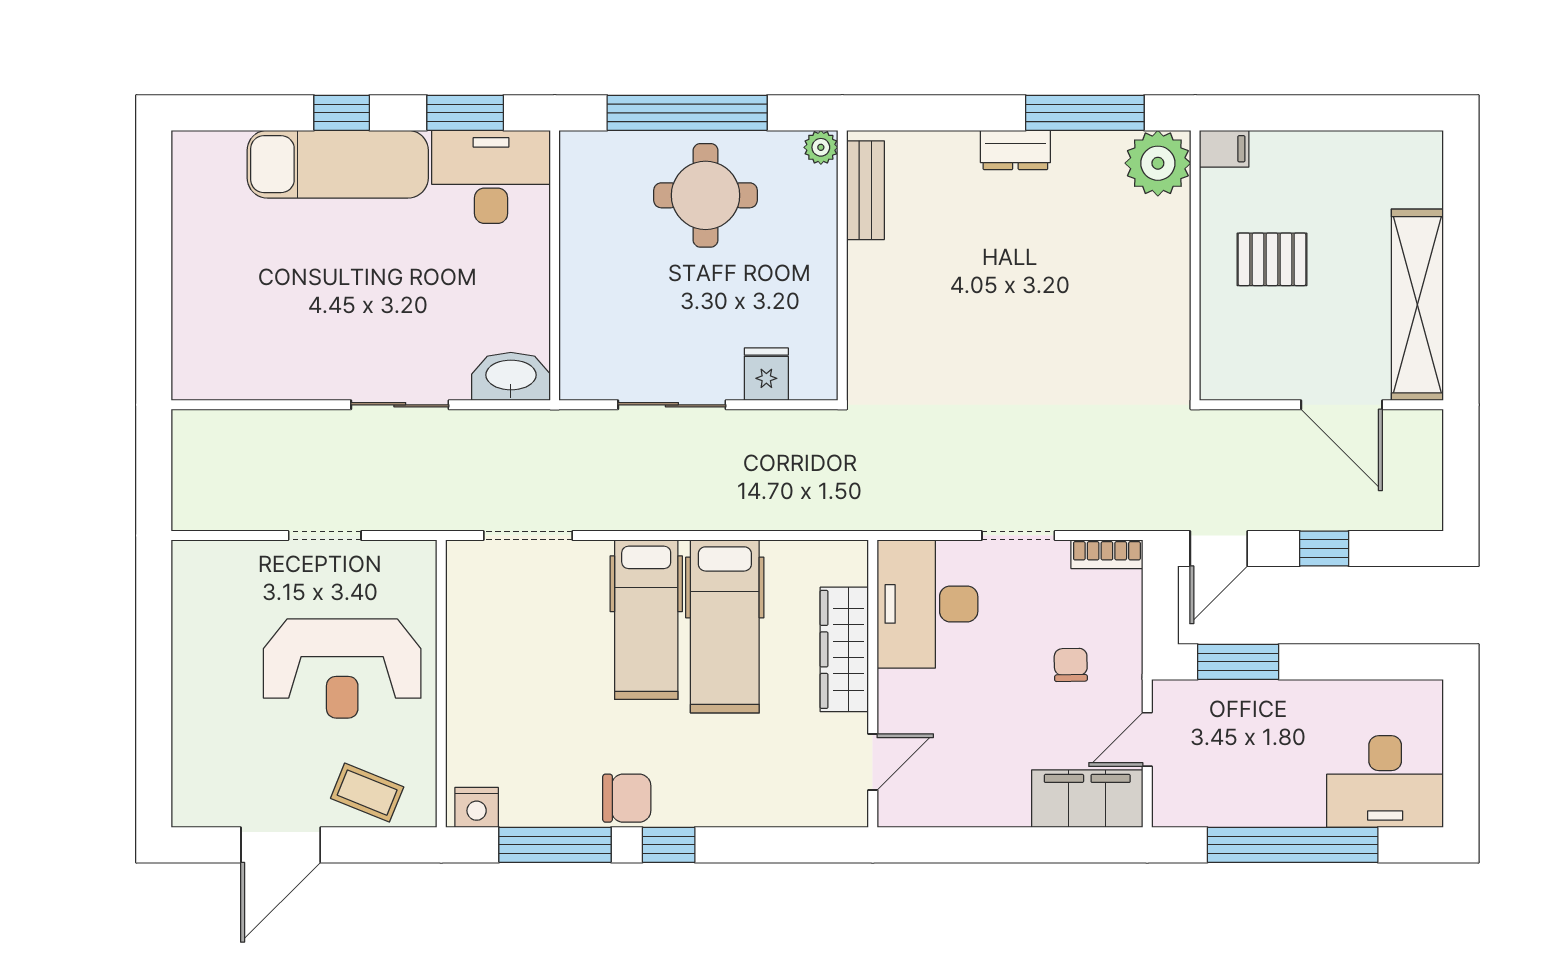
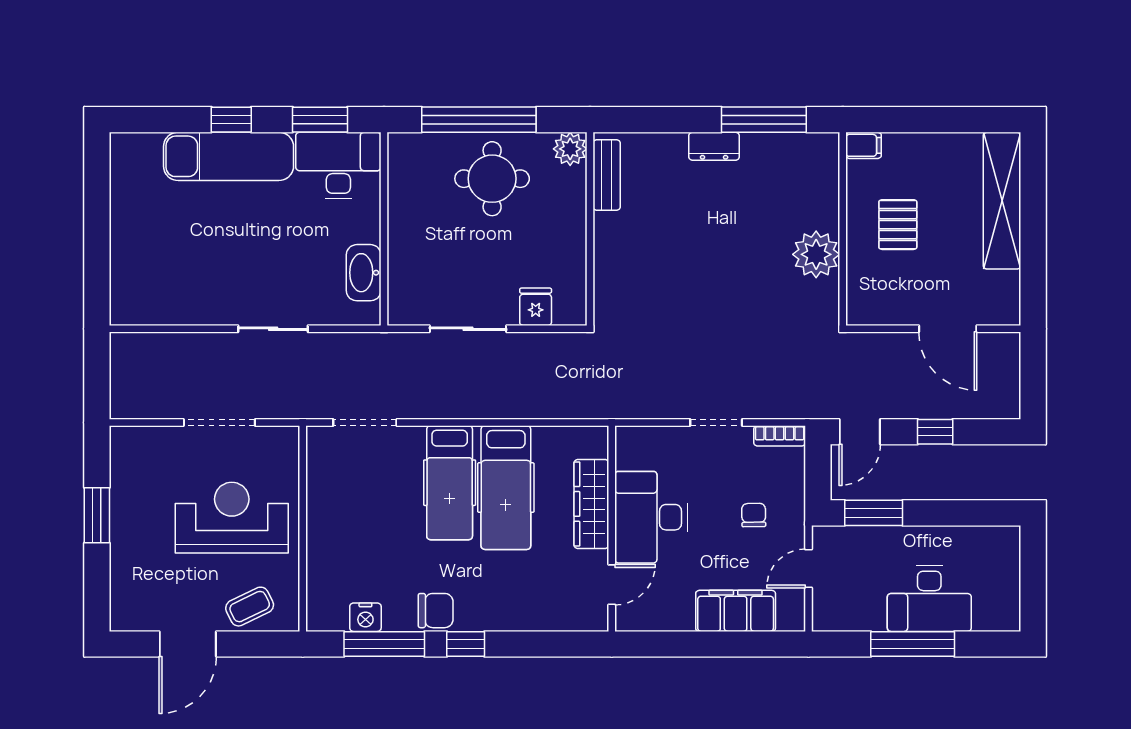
plant: (821, 147) -> (570, 149), width x1.38, depth x1.38
plant: (1158, 163) -> (816, 254), moved
pallet: (1272, 259) -> (898, 225), turned 90
shelving: (1417, 305) -> (1002, 201), moved
washbasin: (511, 376) -> (364, 273), moved, turned -90
doorway: (325, 535) -> (219, 422), width x1.38
desk: (927, 604) -> (651, 517), moved
window: (154, 665) -> (97, 515), added
reception desk: (342, 668) -> (232, 518), turned 180
desk: (1385, 782) -> (929, 599), moved
coffee table: (367, 793) -> (250, 607), turned -48
filing cabinet: (1087, 799) -> (736, 611), moved
nightstand: (477, 807) -> (365, 617), moved
window: (1293, 845) -> (913, 644), width x0.68

